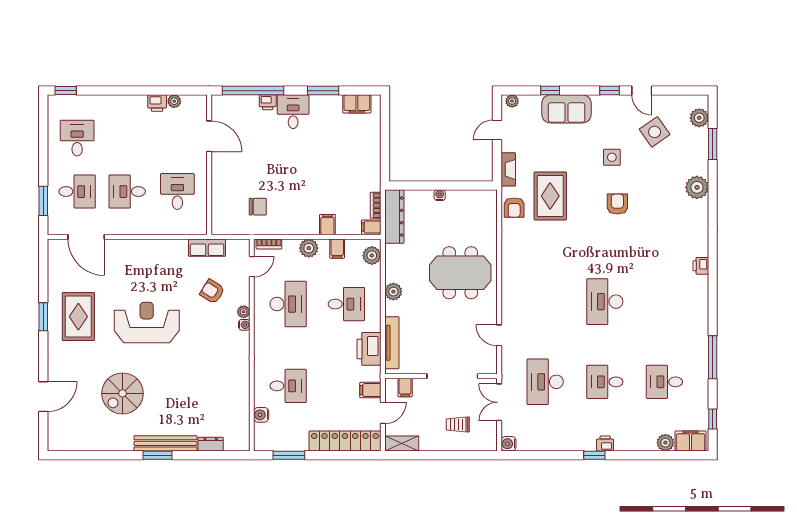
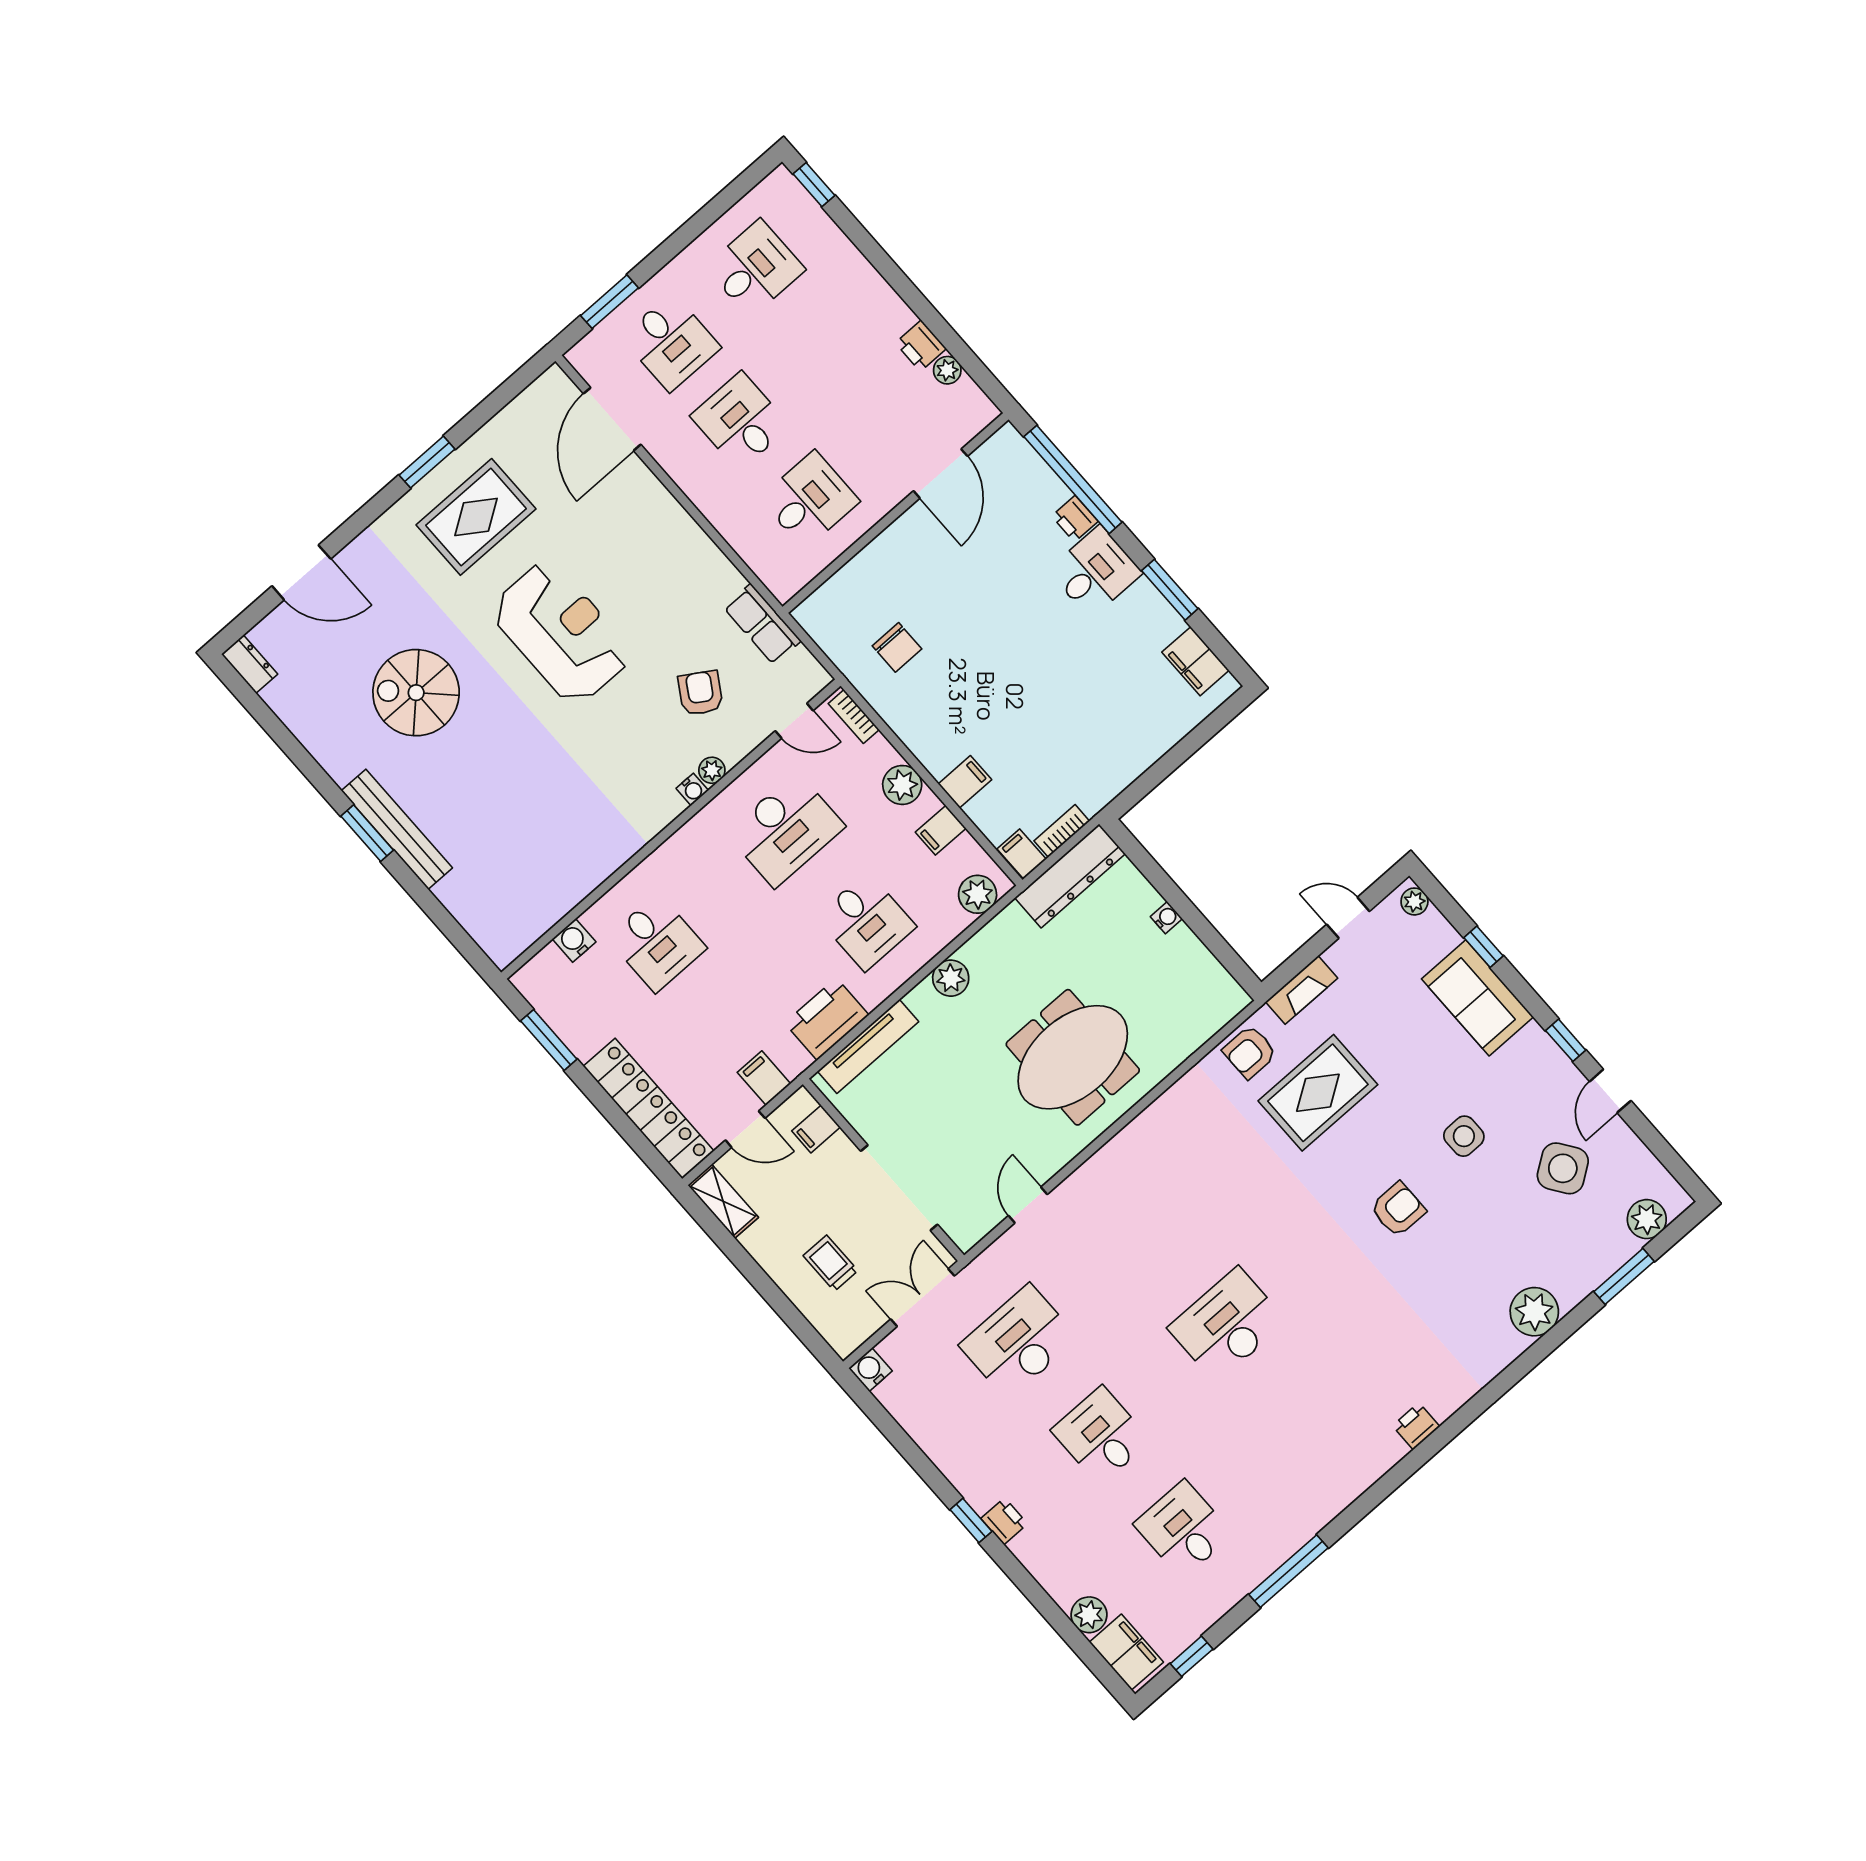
meeting table: (460, 273) -> (1073, 1057), turned 90
dresser: (211, 444) -> (250, 664), moved

